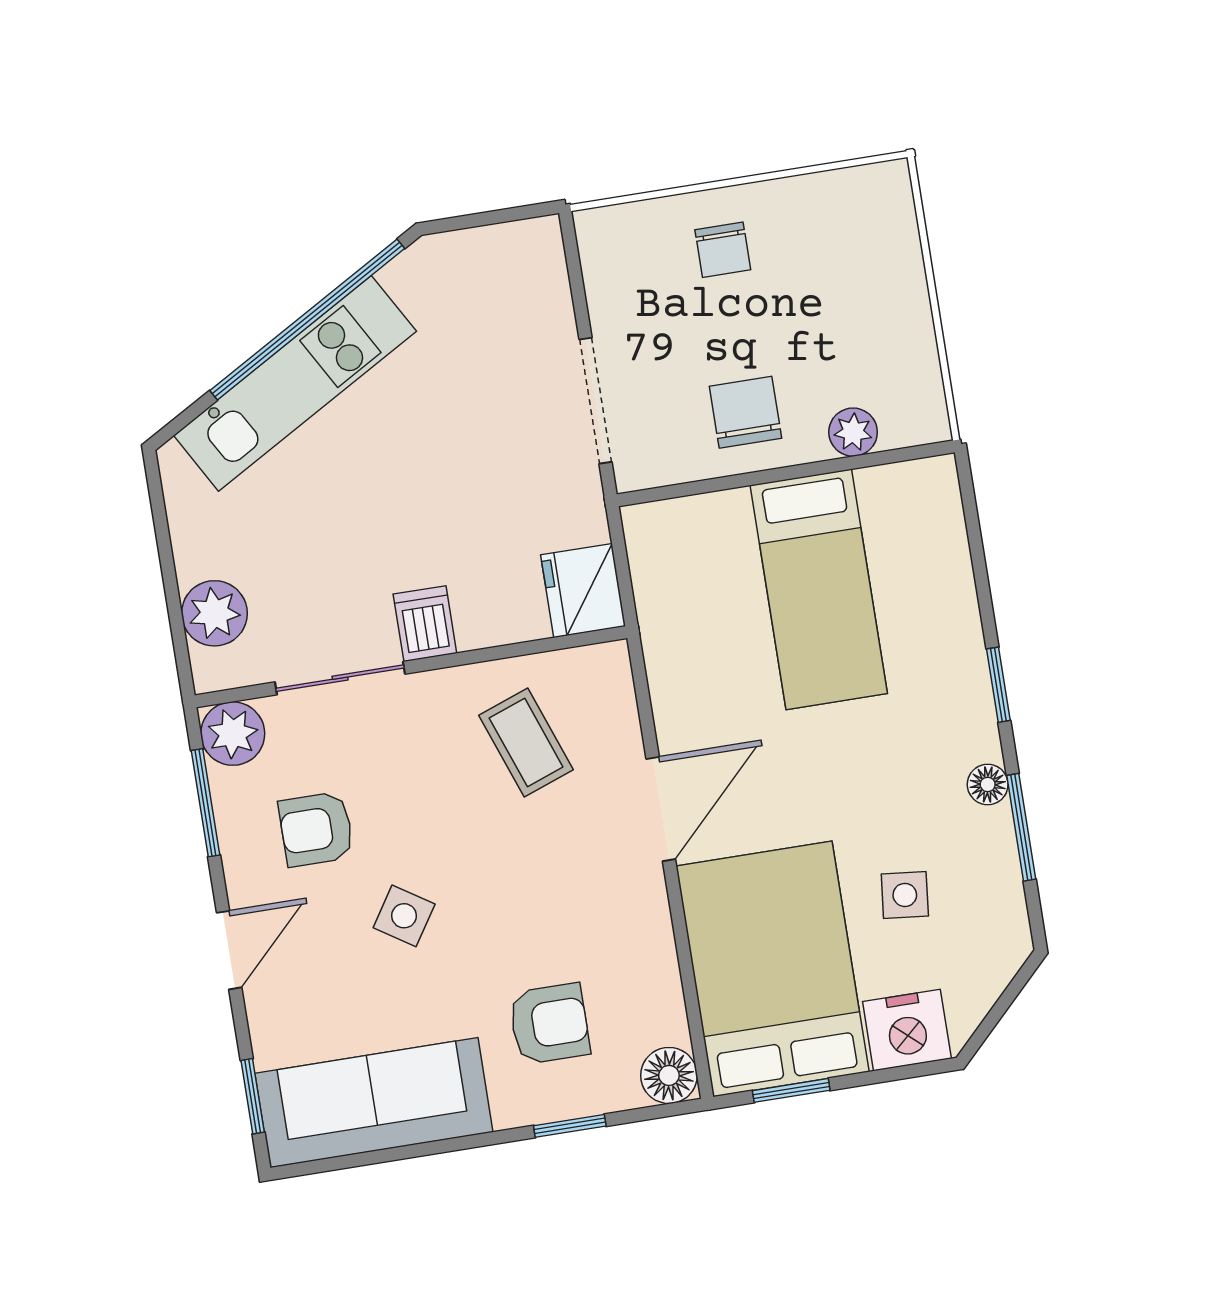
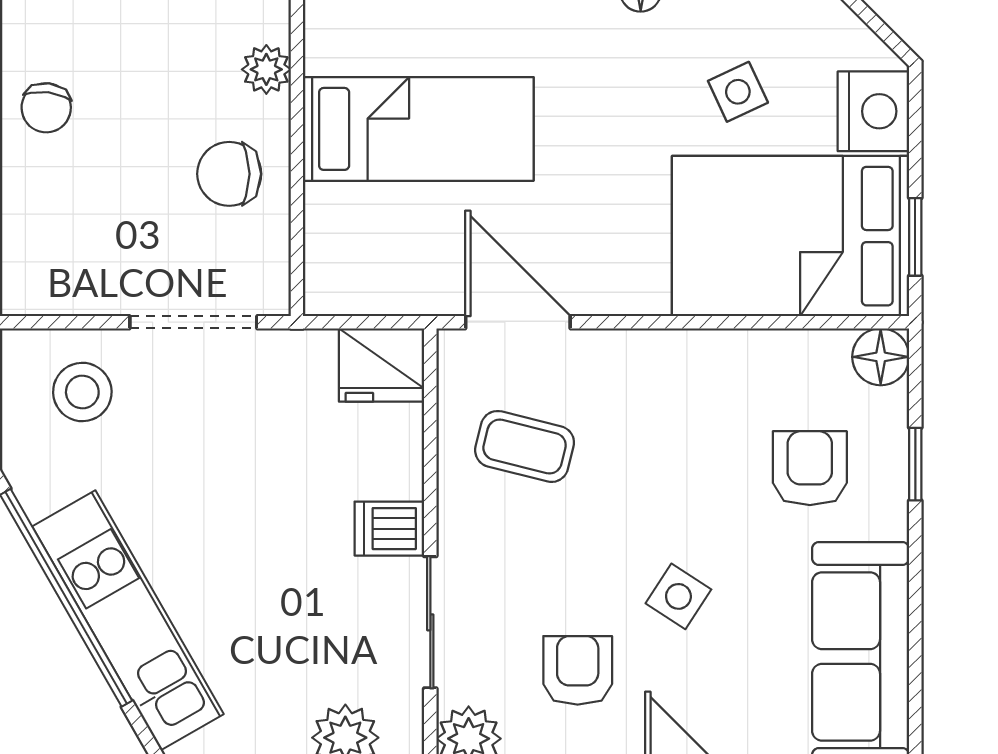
chair: (723, 250) -> (46, 108), moved, turned 97
stool: (510, 303) -> (82, 392), added
coffee table: (526, 743) -> (525, 446), turned 34
door: (661, 809) -> (518, 322), moved
armchair: (316, 829) -> (578, 670), turned 180
side table: (905, 895) -> (738, 92), turned -31

